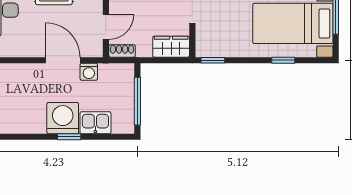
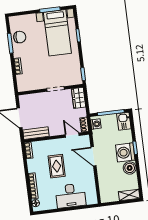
door: (63, 60) -> (93, 156), hinge flipped
washing machine: (89, 72) -> (96, 124), moved
boiler: (34, 122) -> (130, 168), added
kitchen sink: (95, 123) -> (124, 121), moved

